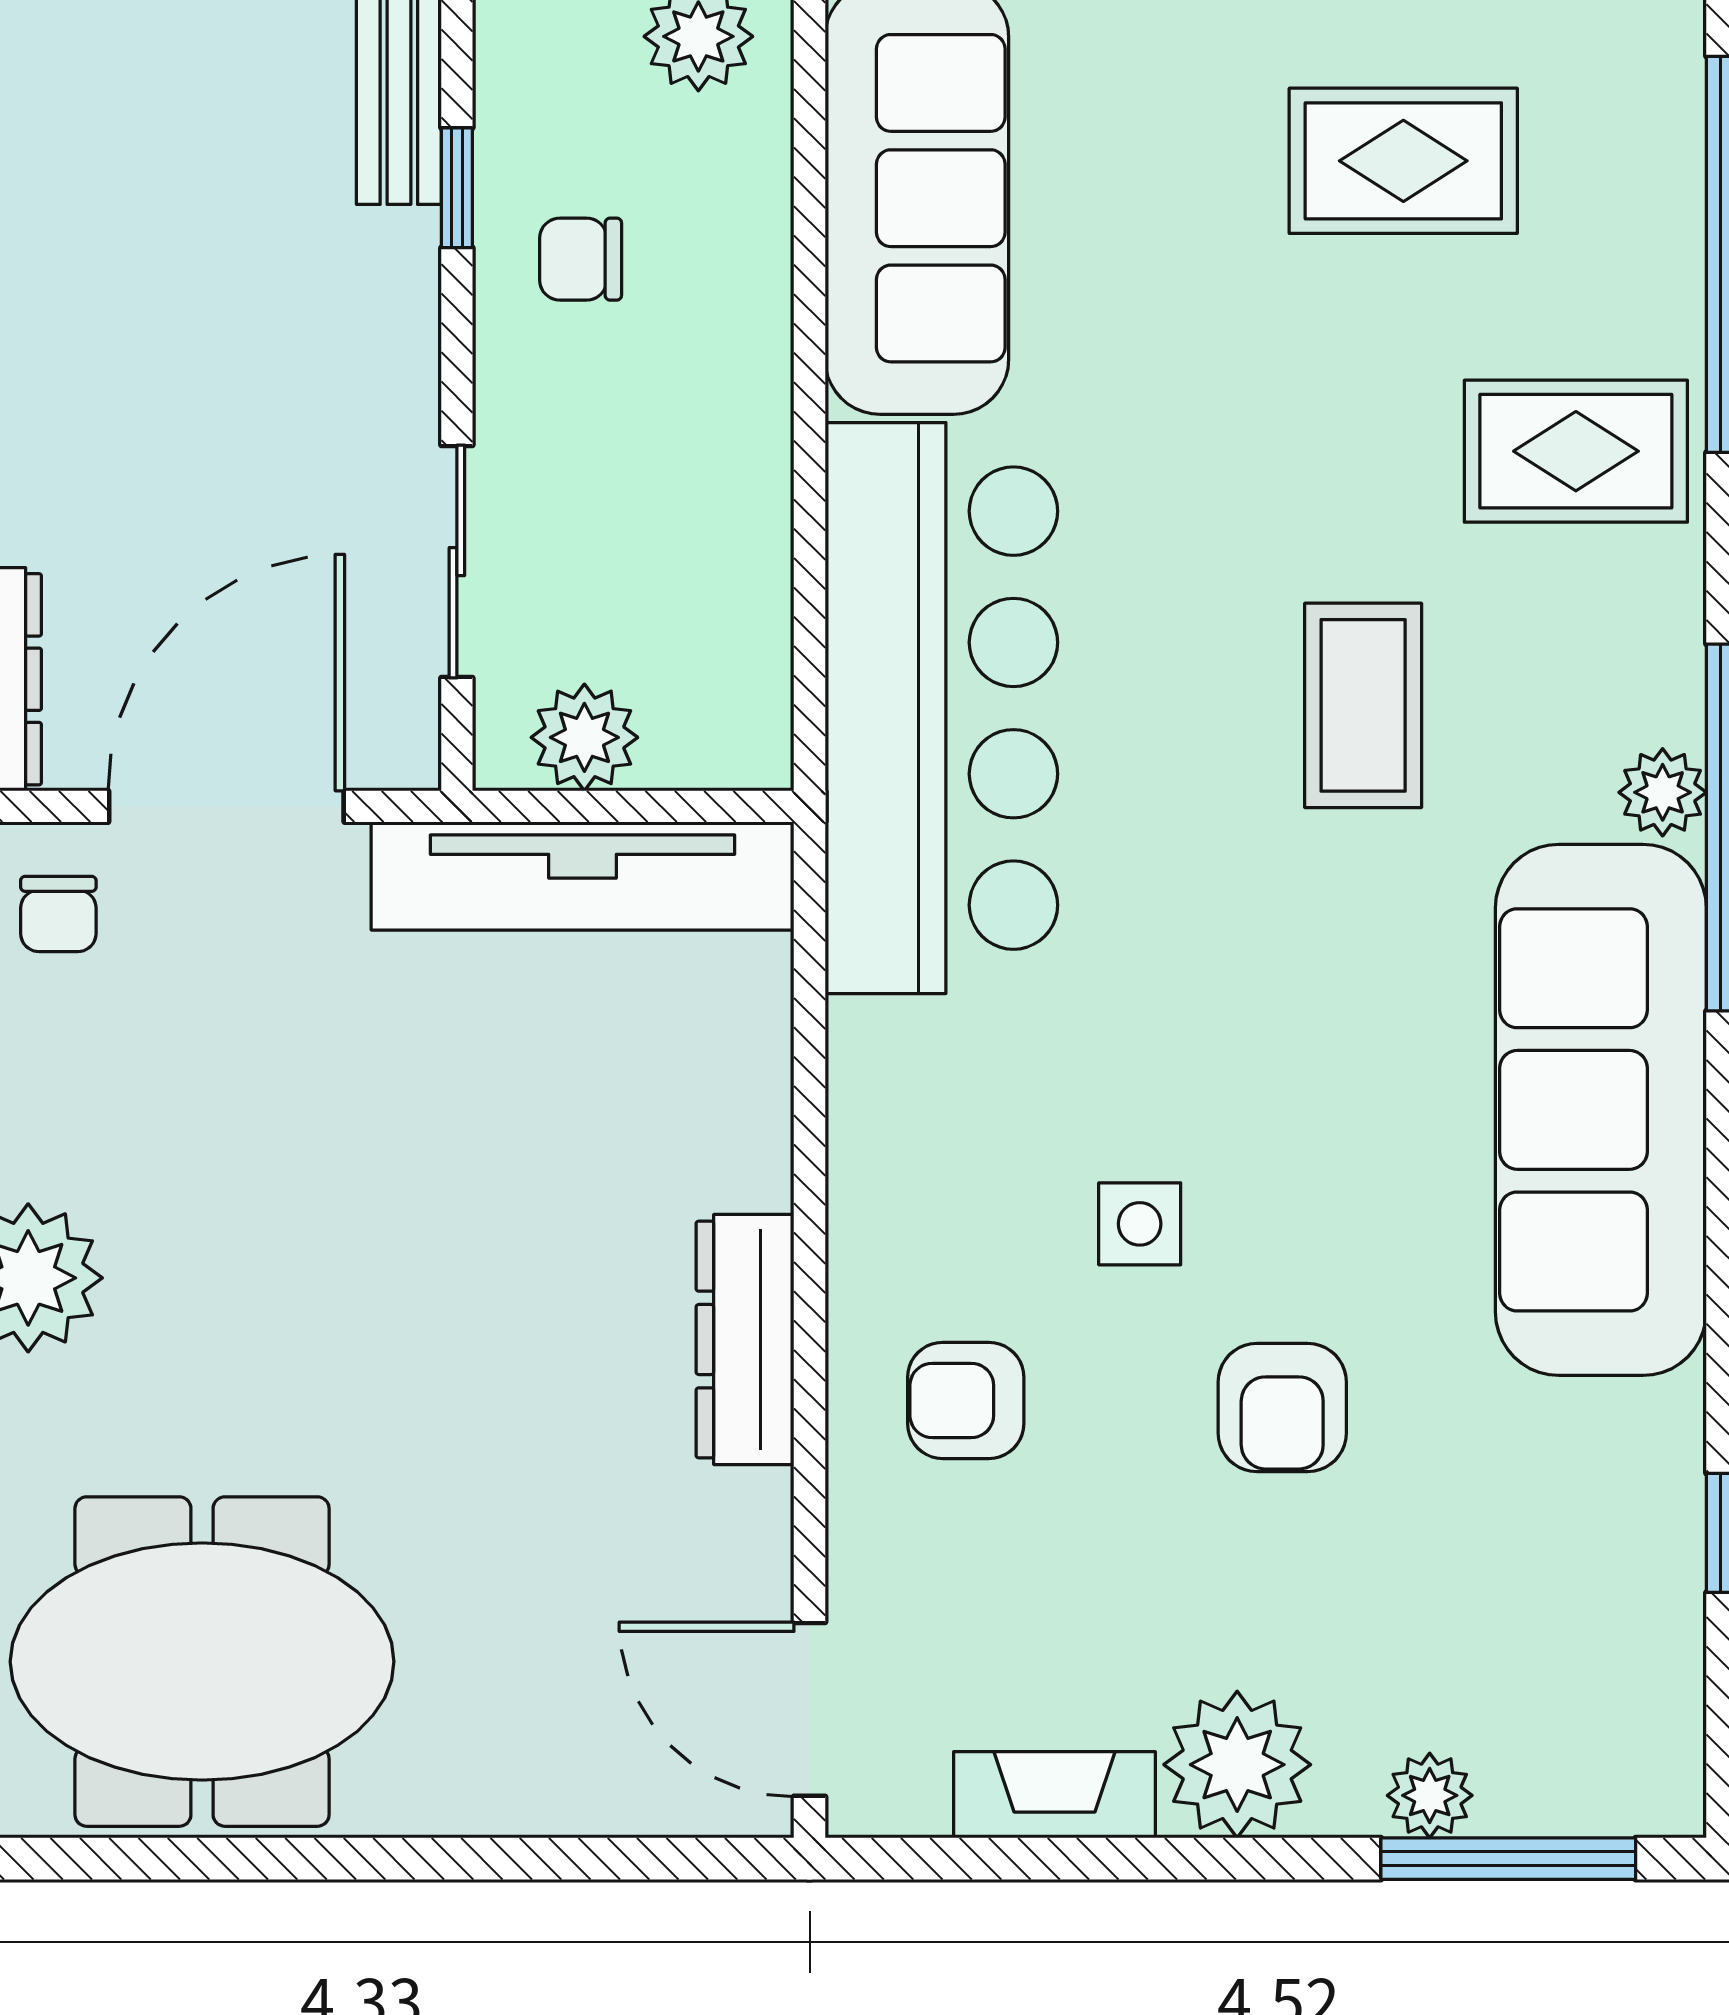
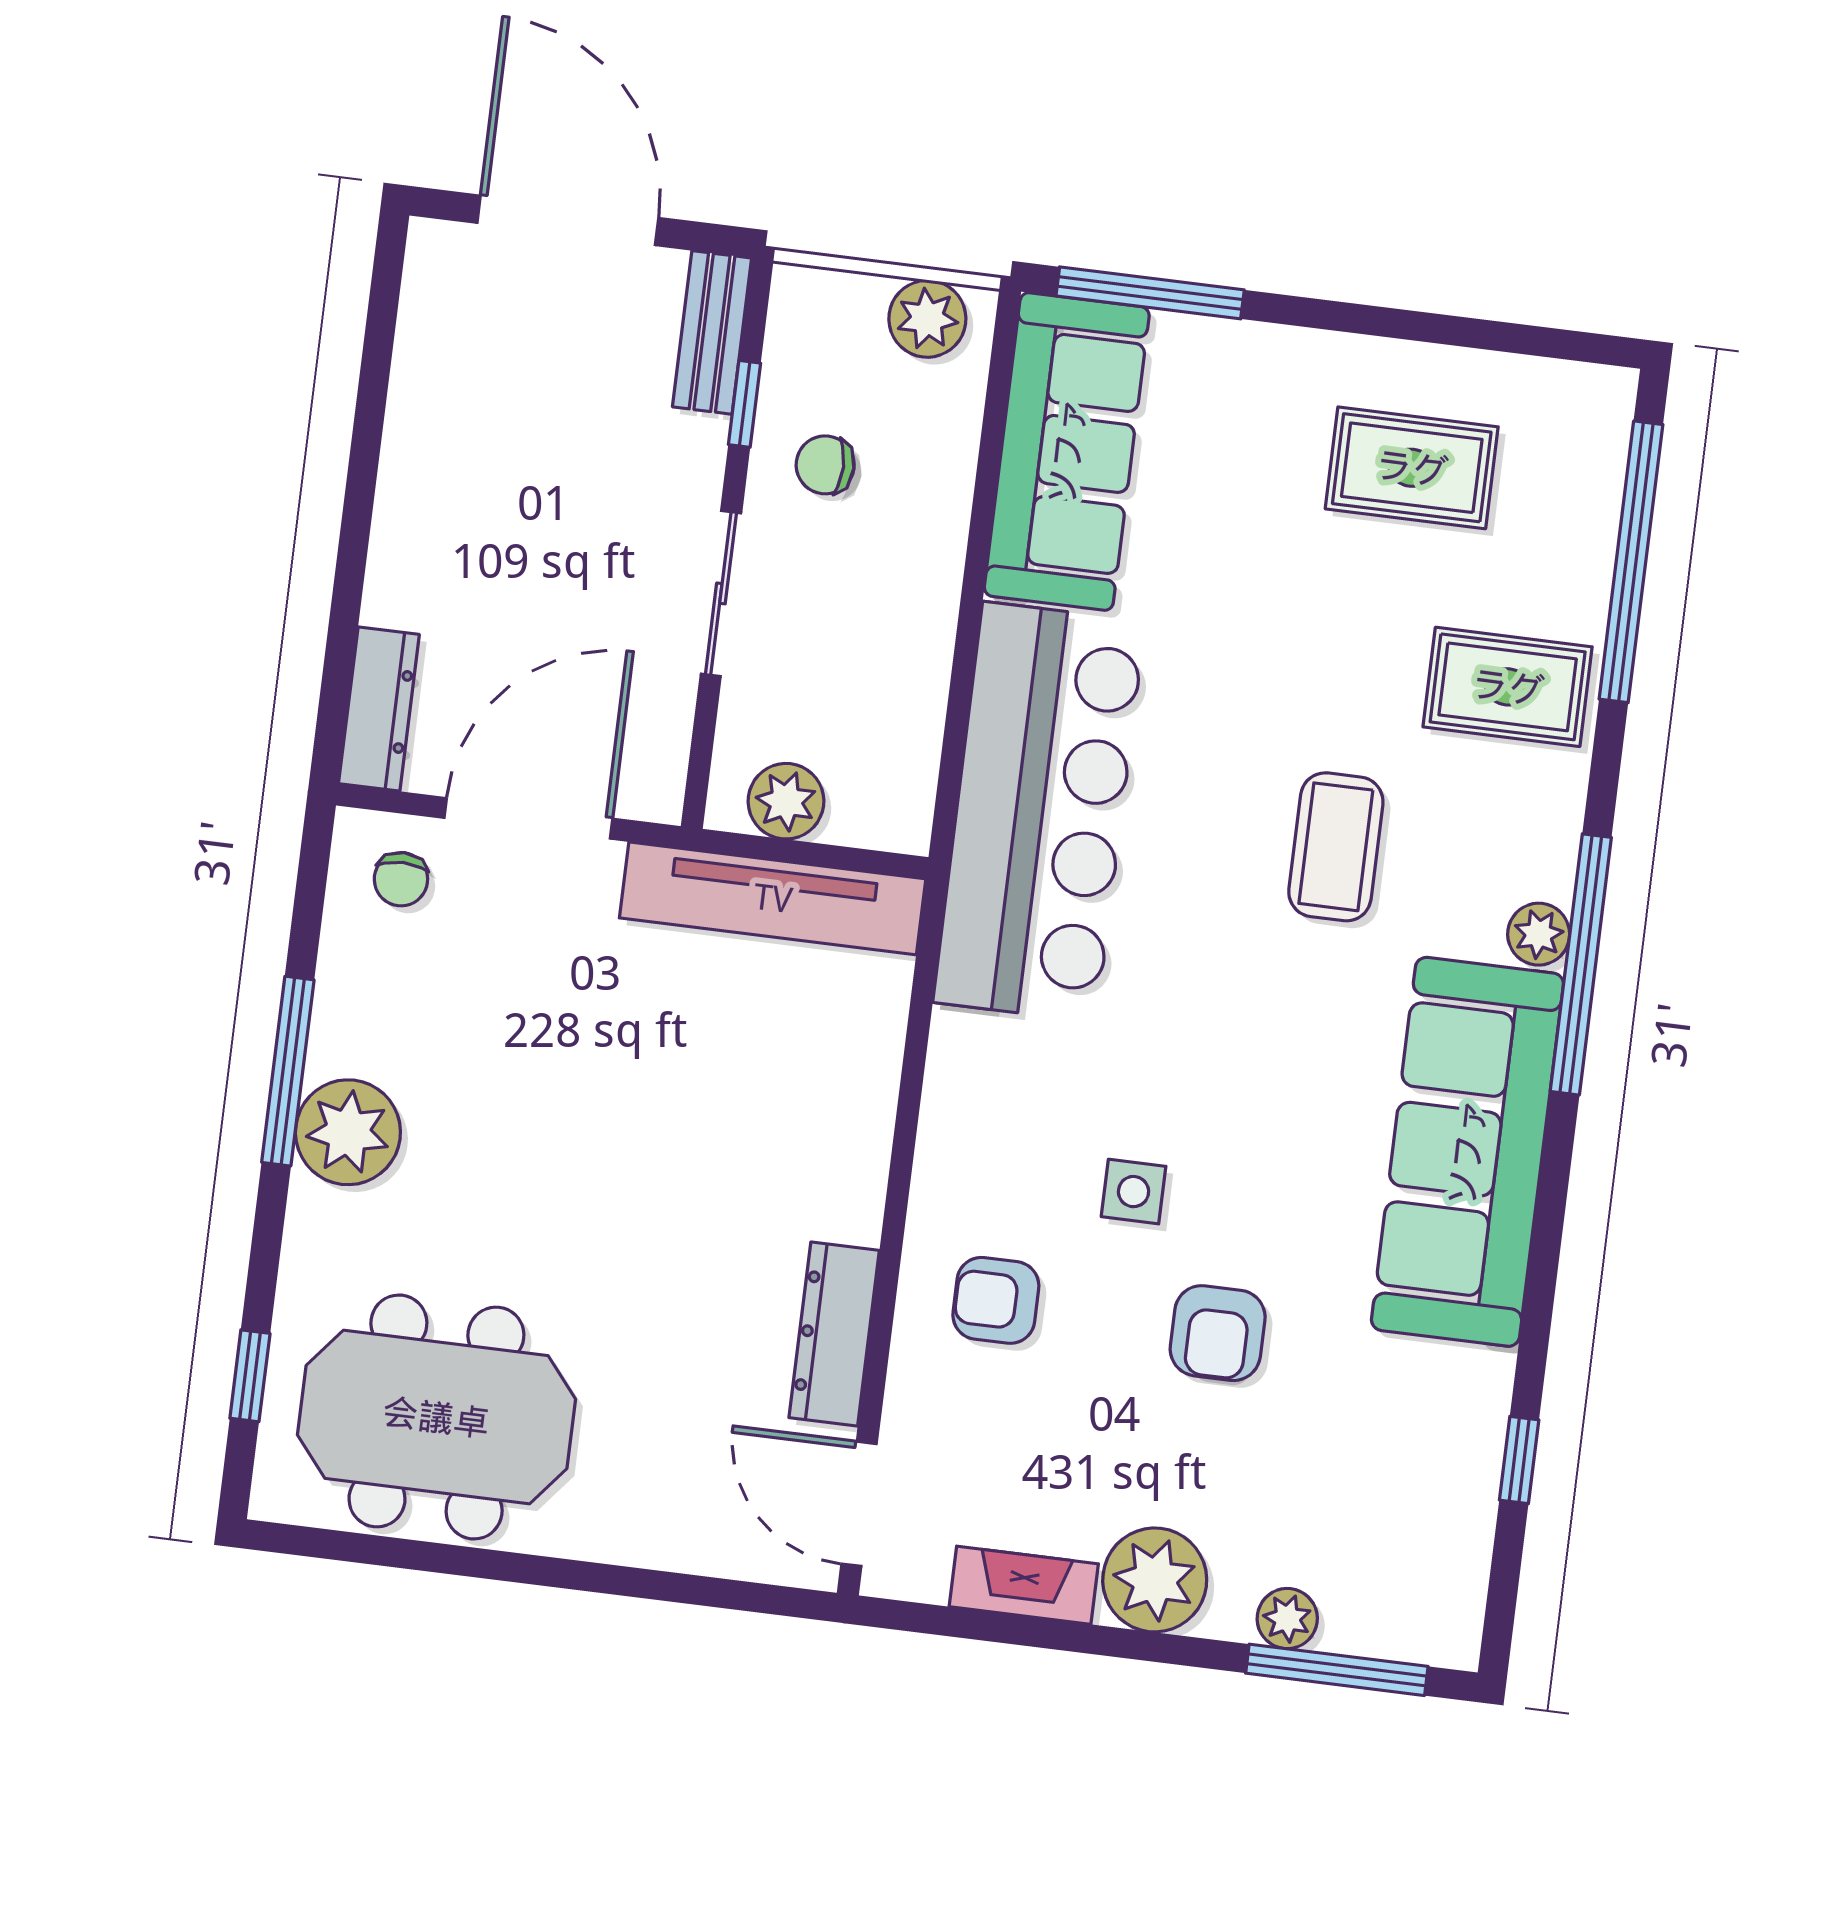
sliding door: (457, 562) -> (721, 593), moved
dresser: (745, 1339) -> (834, 1334), moved

